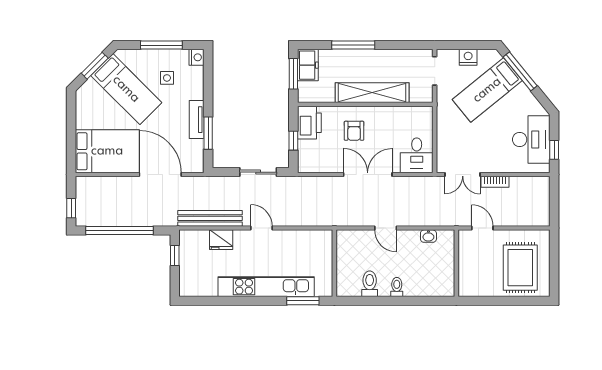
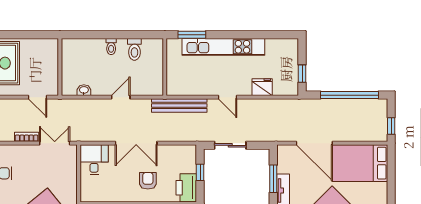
window: (71, 208) -> (391, 126), moved
bench: (210, 218) -> (179, 105), moved
door: (386, 228) -> (121, 97), hinge flipped

